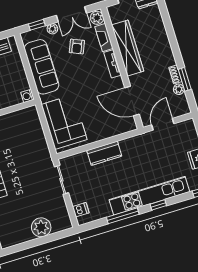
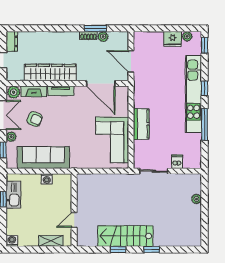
washing machine: (27, 96) -> (47, 179), moved
door: (132, 101) -> (101, 83), hinge flipped
corner sofa: (64, 122) -> (112, 140), moved, turned -90
dishwasher: (81, 210) -> (177, 162), moved
plant: (41, 227) -> (196, 199), width x0.53, depth x0.53

